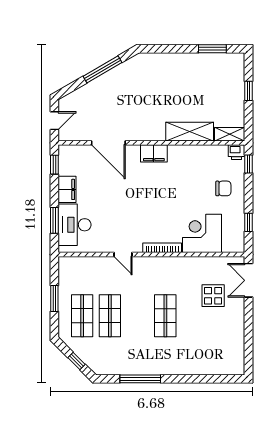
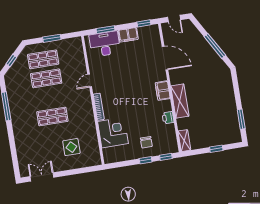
shelving: (190, 132) -> (180, 101), moved
door: (108, 143) -> (165, 58), swing flipped
printer: (237, 152) -> (168, 118), moved
window: (249, 222) -> (146, 160), moved
double door: (249, 280) -> (42, 177), moved

